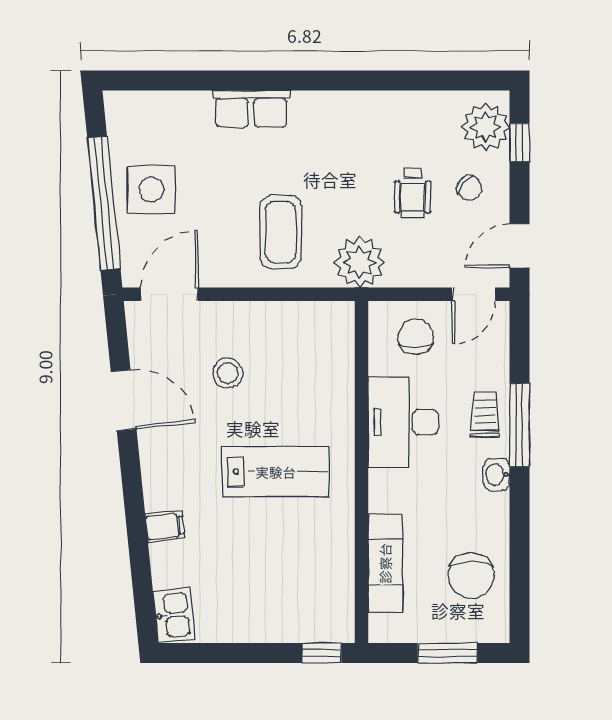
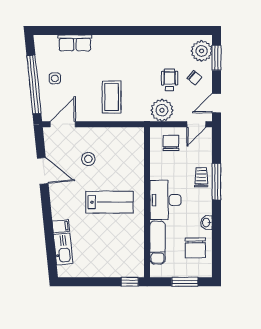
row of seats: (251, 109) -> (75, 43), moved
window: (519, 142) -> (216, 58), width x1.50
side table: (151, 190) -> (55, 78), width x0.54, depth x0.54
wheelchair: (413, 193) -> (170, 80), turned 180
plant: (359, 262) -> (162, 110), moved
desk: (403, 422) -> (166, 200), moved
washbasin: (497, 475) -> (206, 223), moved
kitchen sink: (174, 615) -> (63, 249), moved, width x1.38

